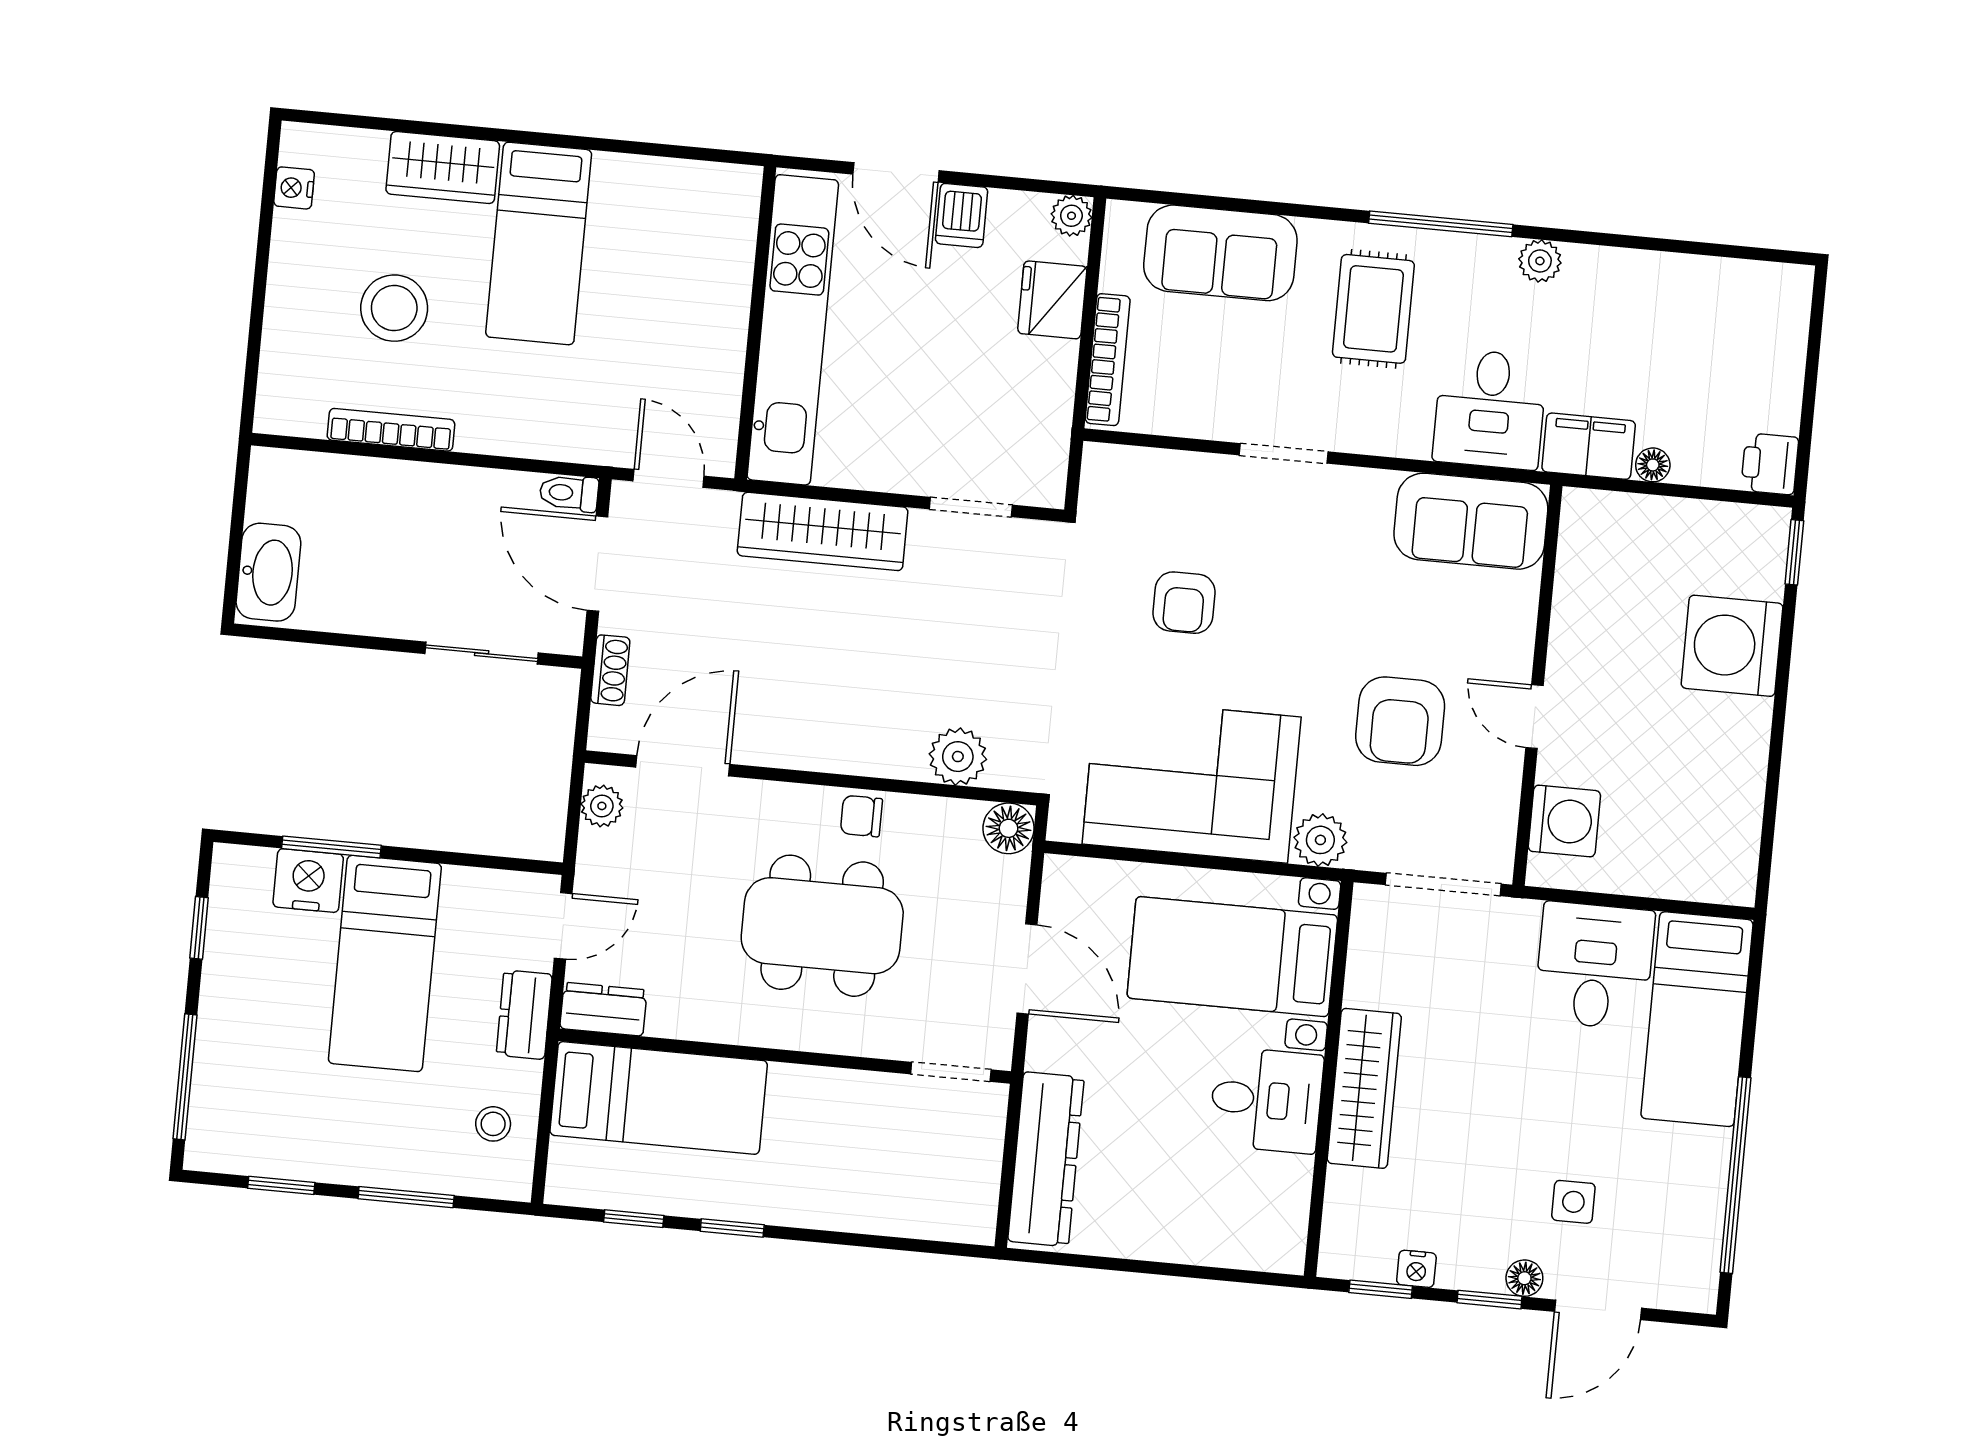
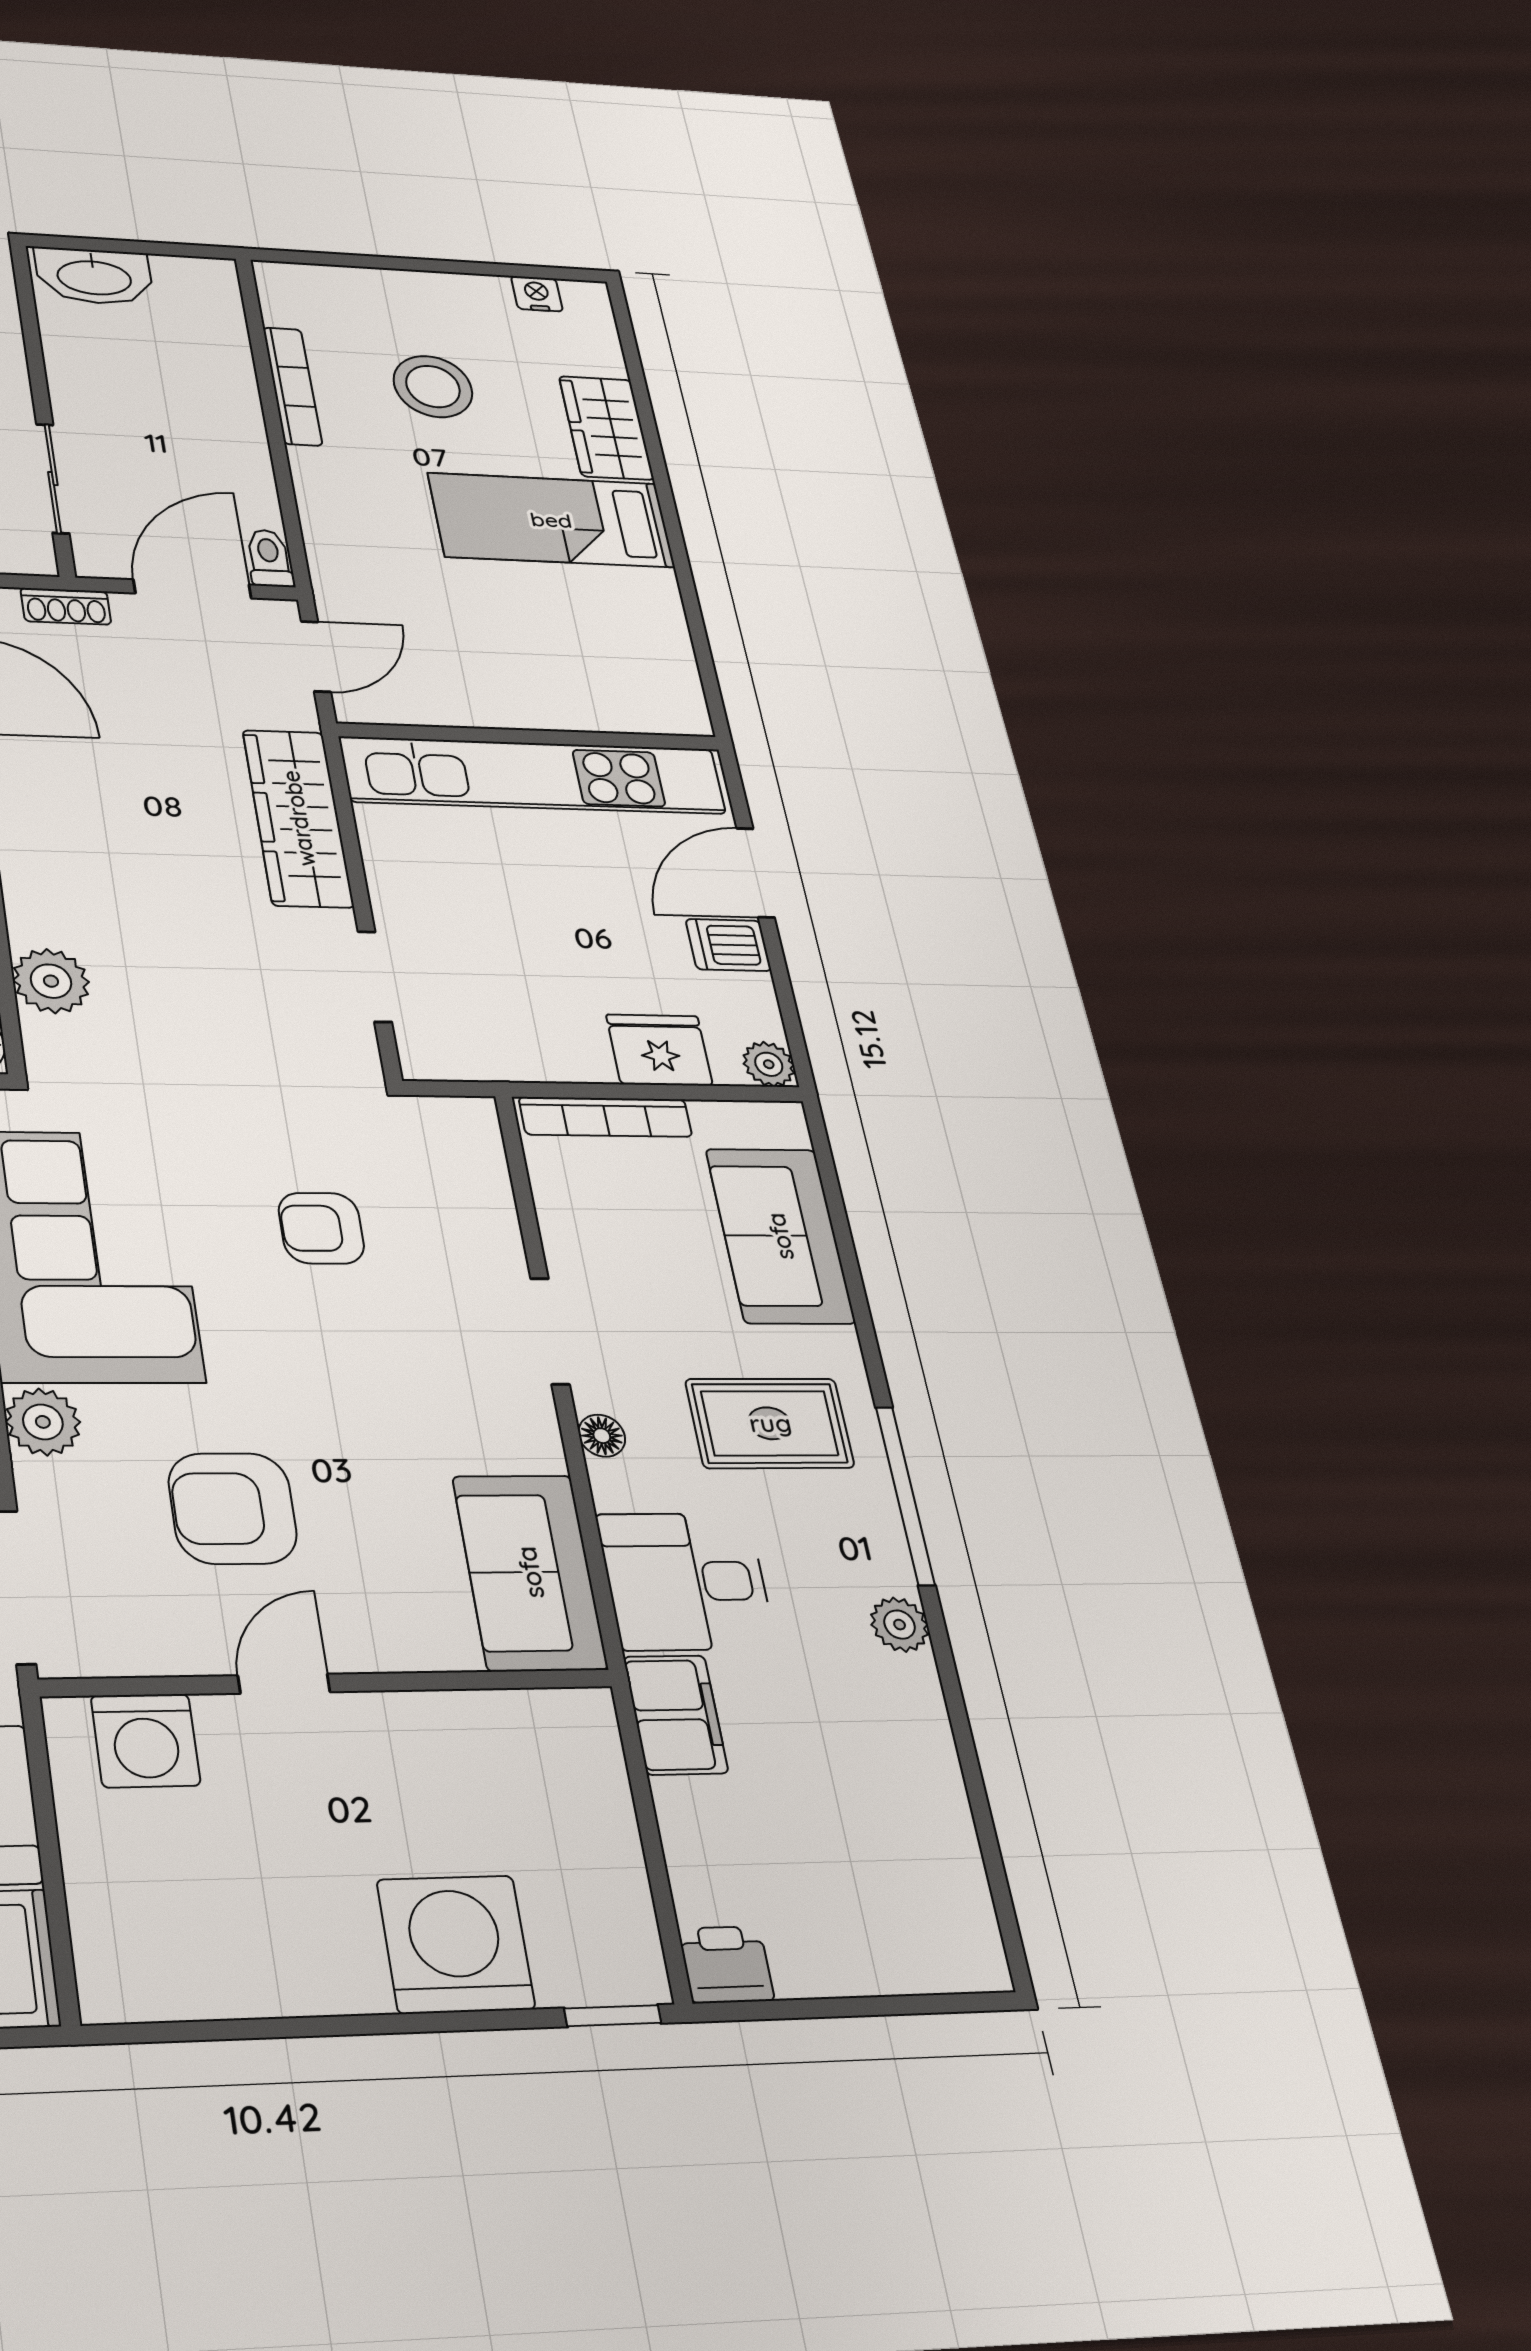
floor lamp: (1653, 465) -> (602, 1436), moved

